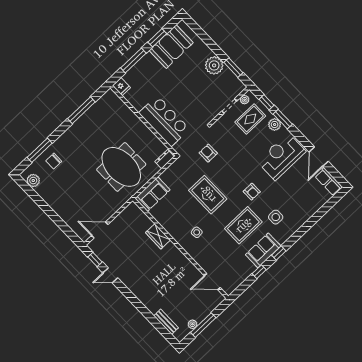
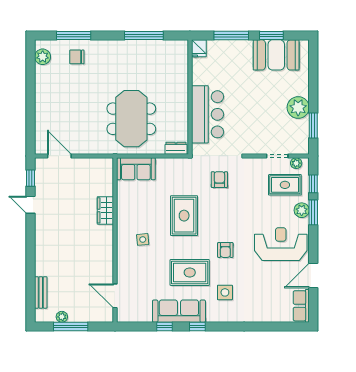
sofa: (263, 250) -> (179, 311), width x1.36

